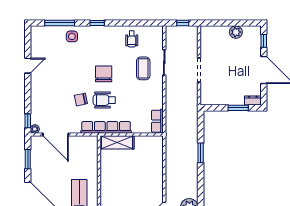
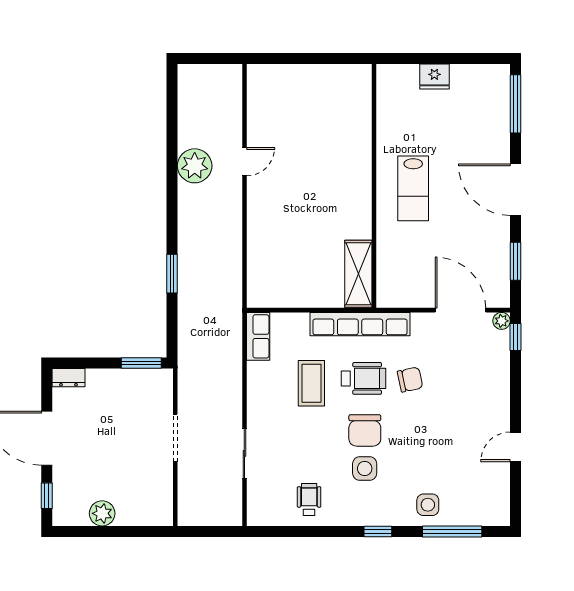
window: (183, 23) -> (208, 532), removed
side table: (104, 55) -> (365, 469), added
coffee table: (143, 68) -> (311, 383), moved
window: (238, 108) -> (141, 363), moved
shelving: (117, 142) -> (358, 274), moved, turned 90

